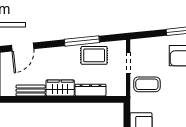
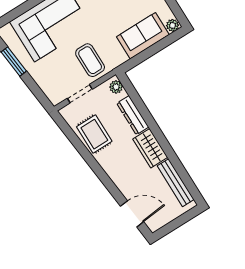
window: (82, 41) -> (87, 156), removed
bench: (31, 91) -> (176, 183), width x1.36
plant: (117, 91) -> (116, 87), added

